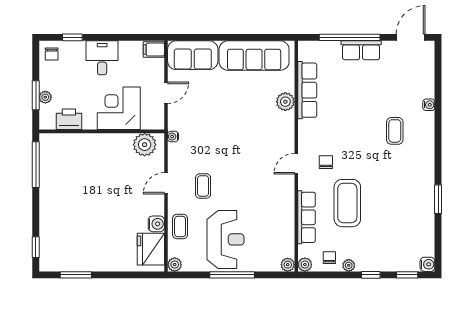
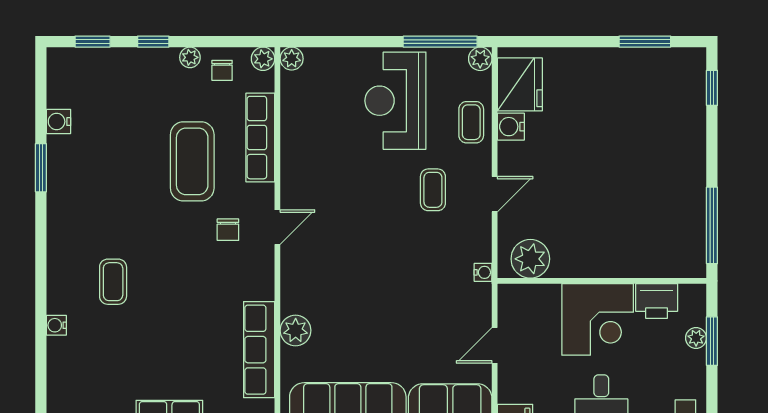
corner desk: (119, 108) -> (598, 319), moved
water cooler: (427, 264) -> (59, 122), moved
window: (232, 275) -> (440, 42), moved

